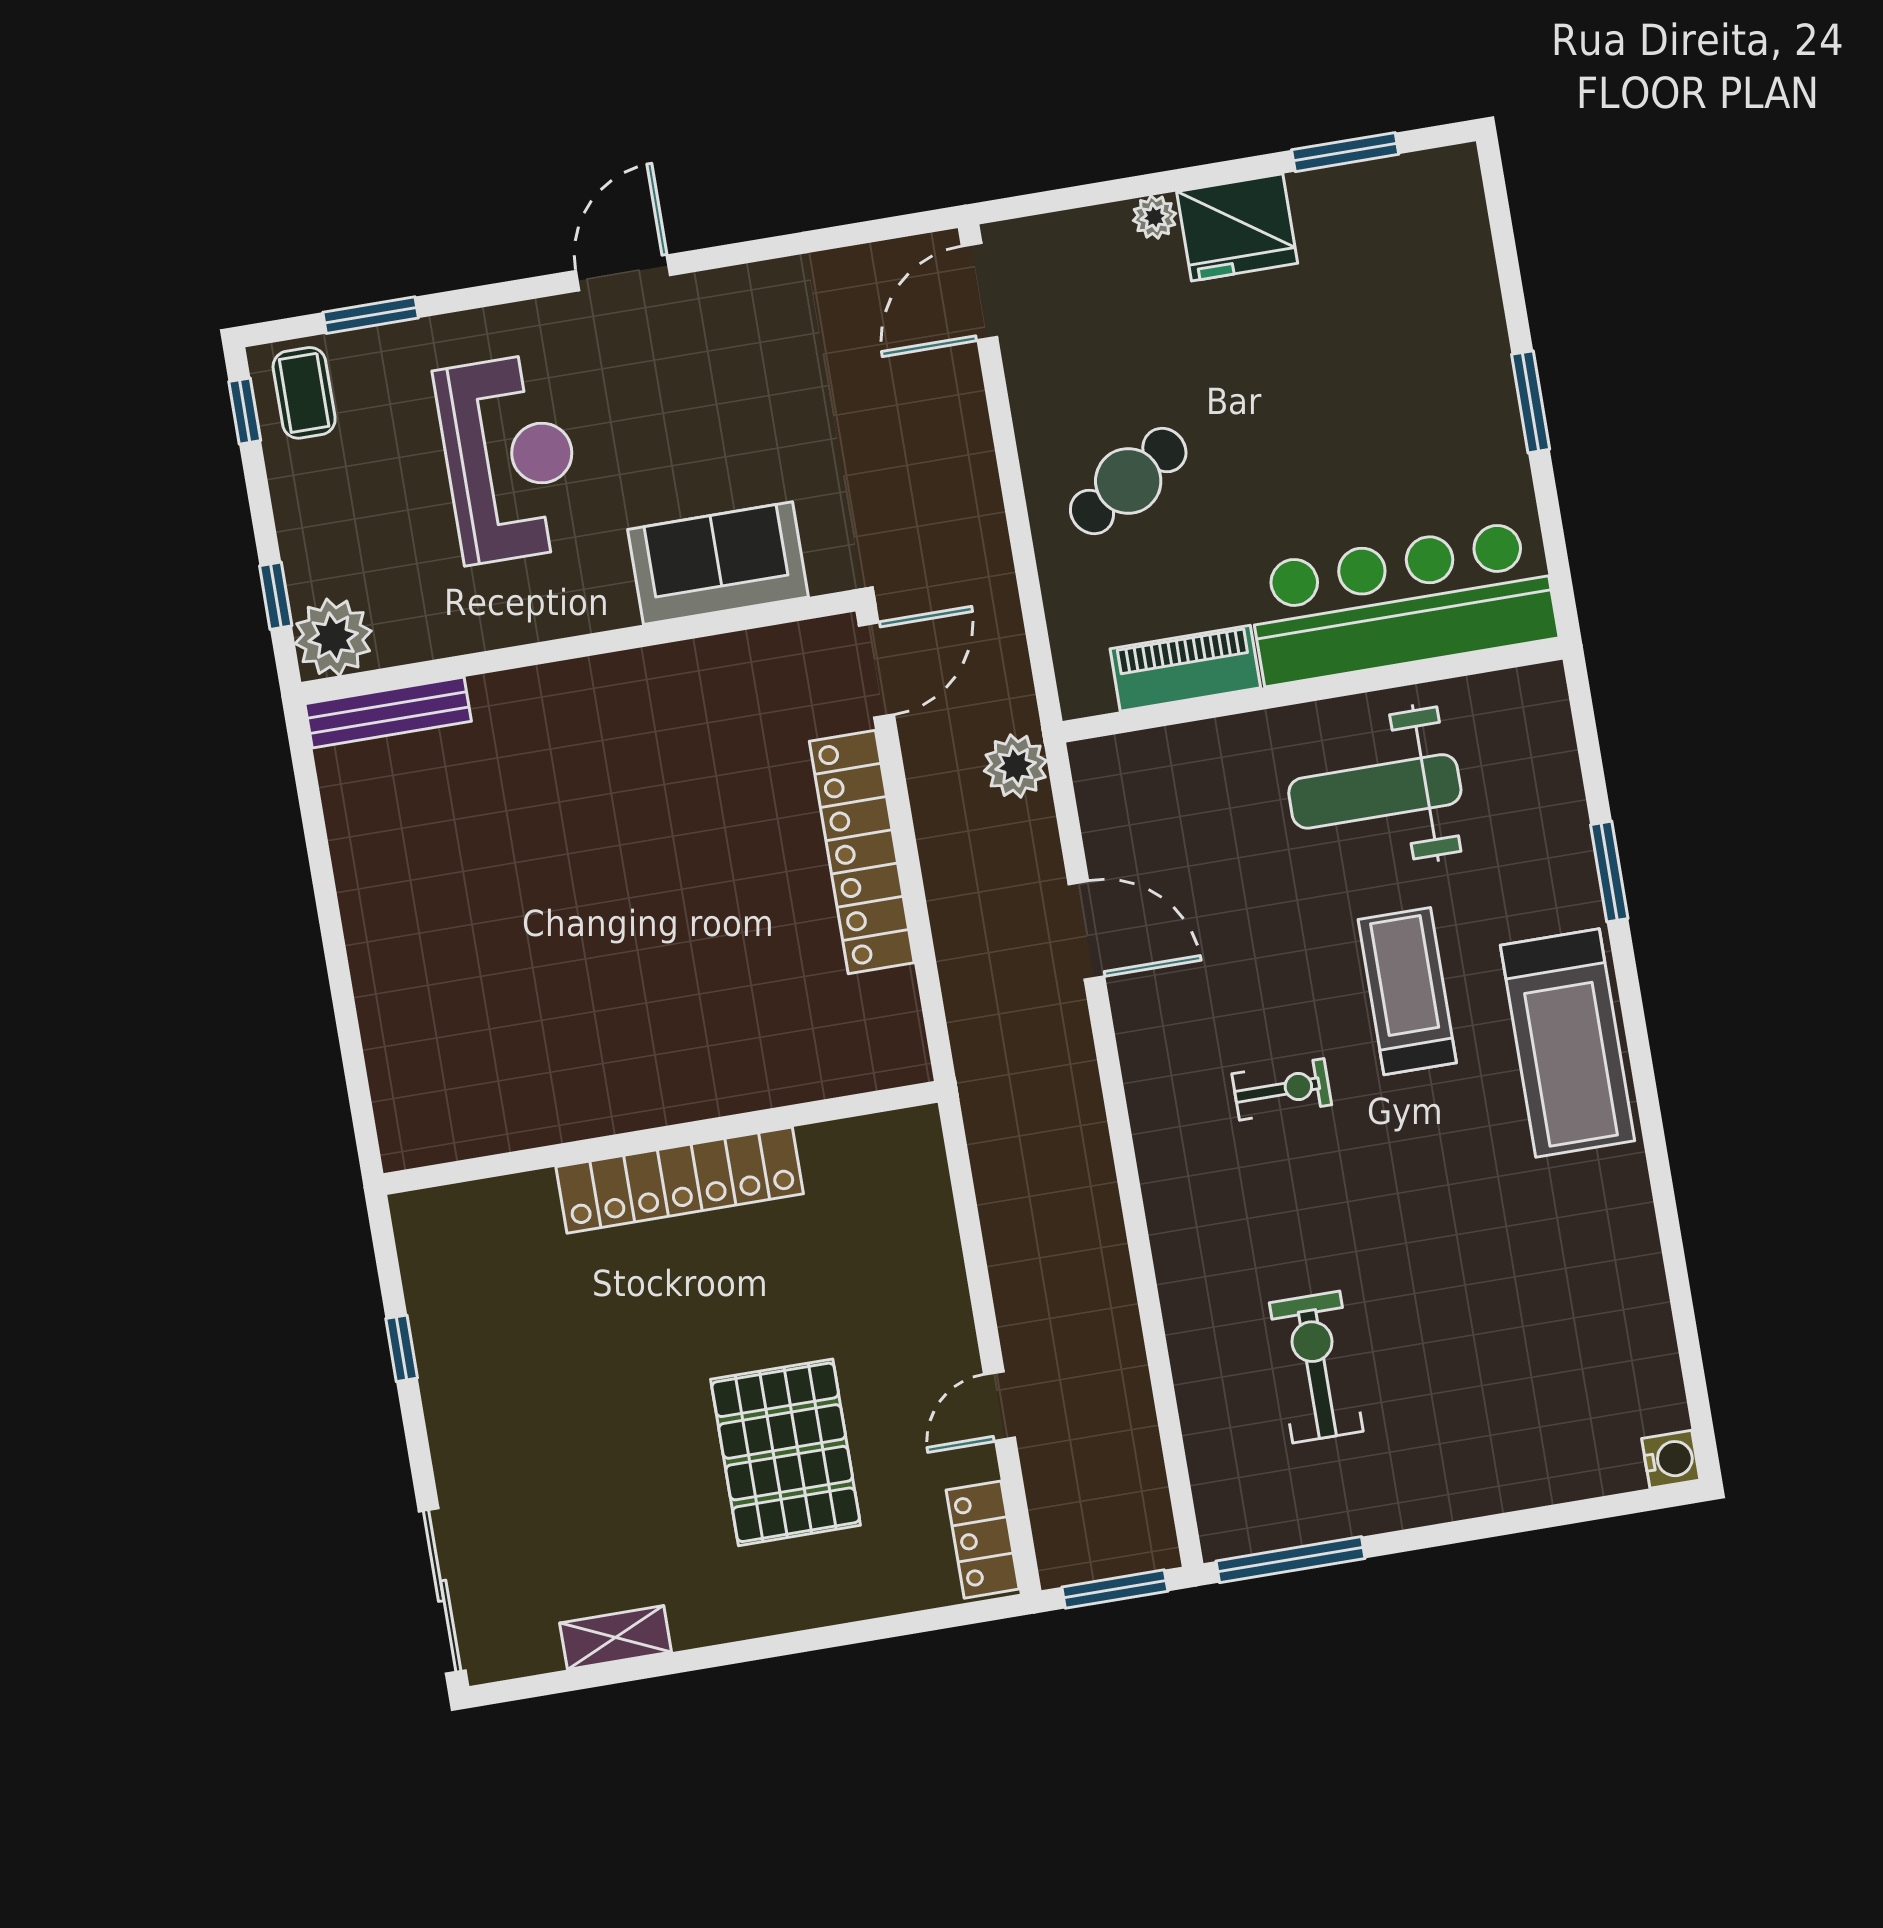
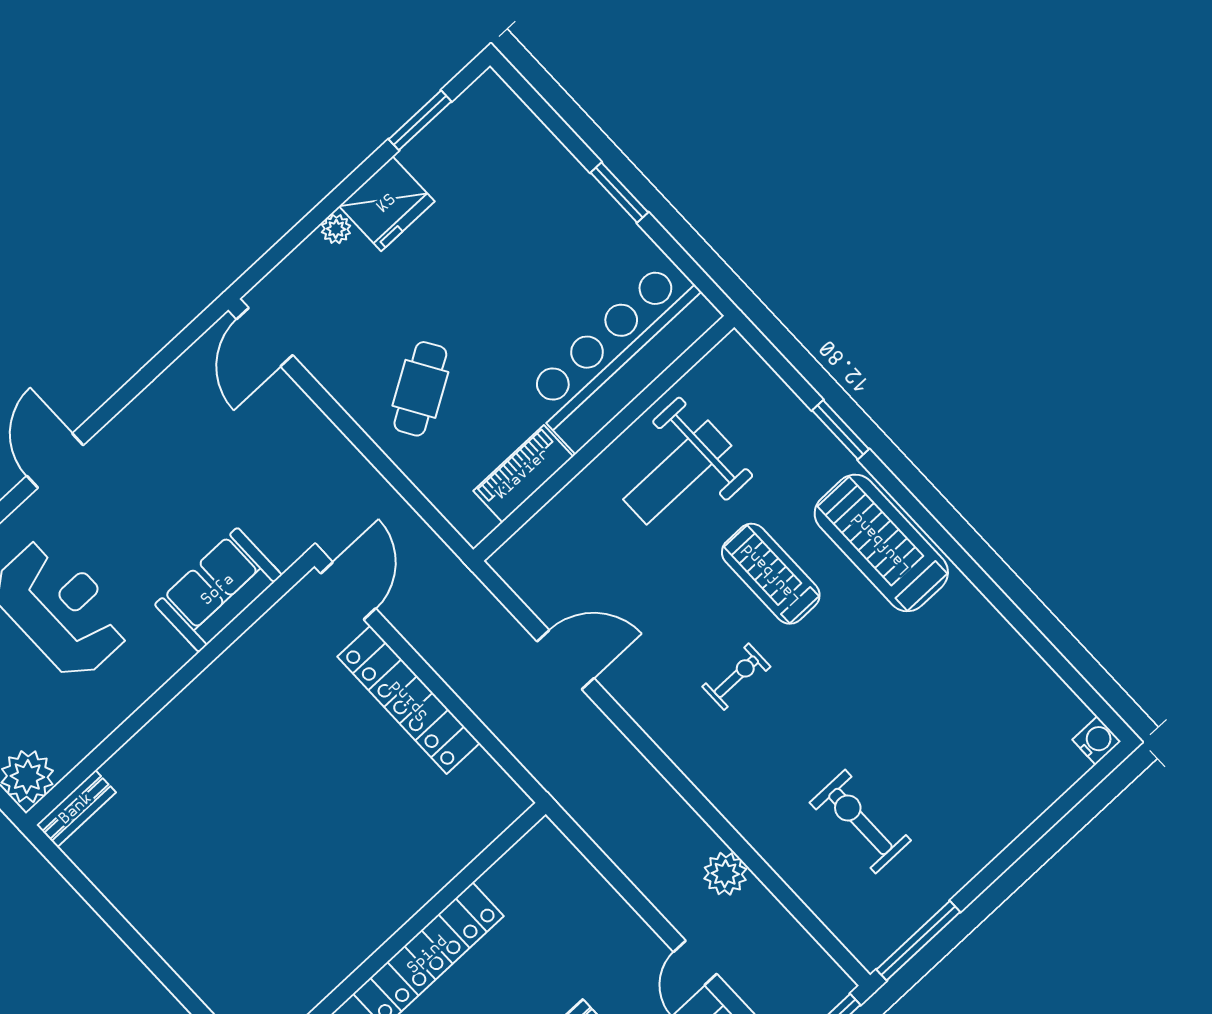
bench: (388, 712) -> (76, 809), width x0.73
plant: (1016, 766) -> (725, 874), moved
treadmill: (1567, 1043) -> (881, 543), turned 180

